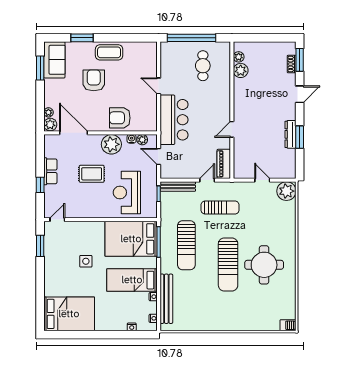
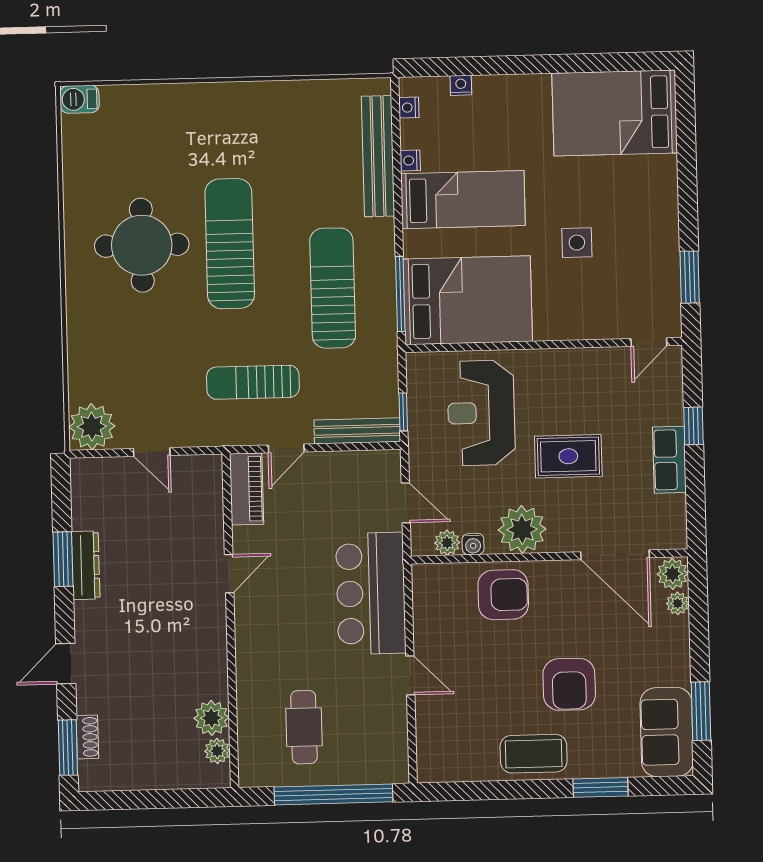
reception desk: (127, 192) -> (481, 413), turned 180

